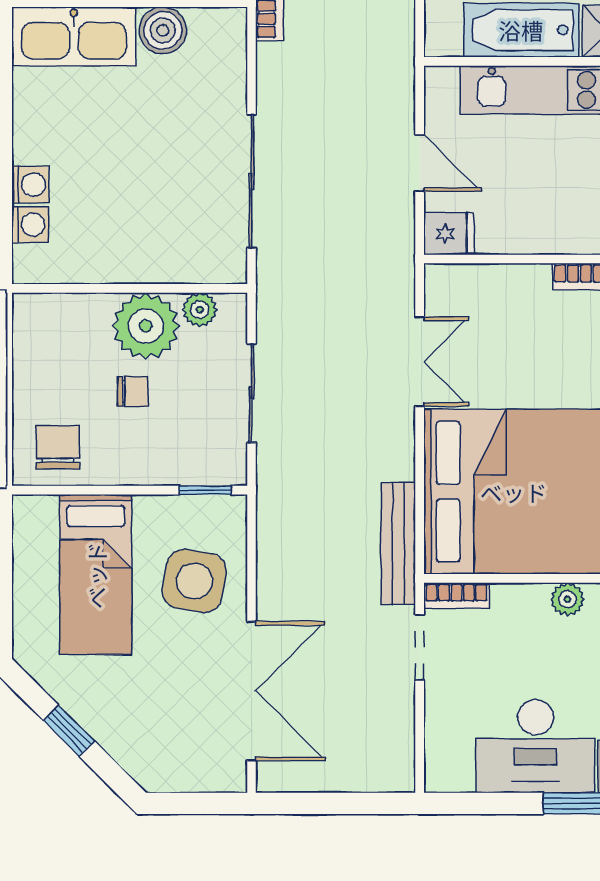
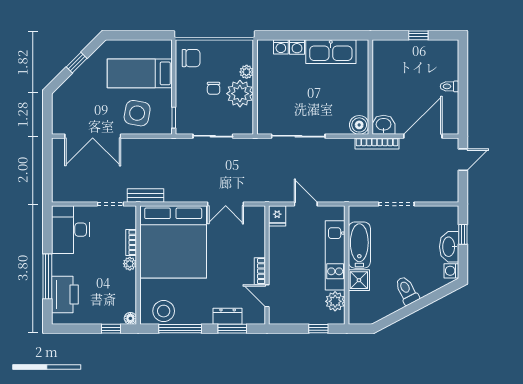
boiler: (163, 30) -> (359, 125), moved
kitchen sink: (74, 37) -> (331, 52), moved, turned -90
door: (420, 163) -> (306, 204), swing flipped
plant: (200, 310) -> (247, 72), moved
bench: (398, 544) -> (146, 195), width x0.73
bookcase: (456, 596) -> (131, 242), moved
desk: (535, 746) -> (70, 230), moved

